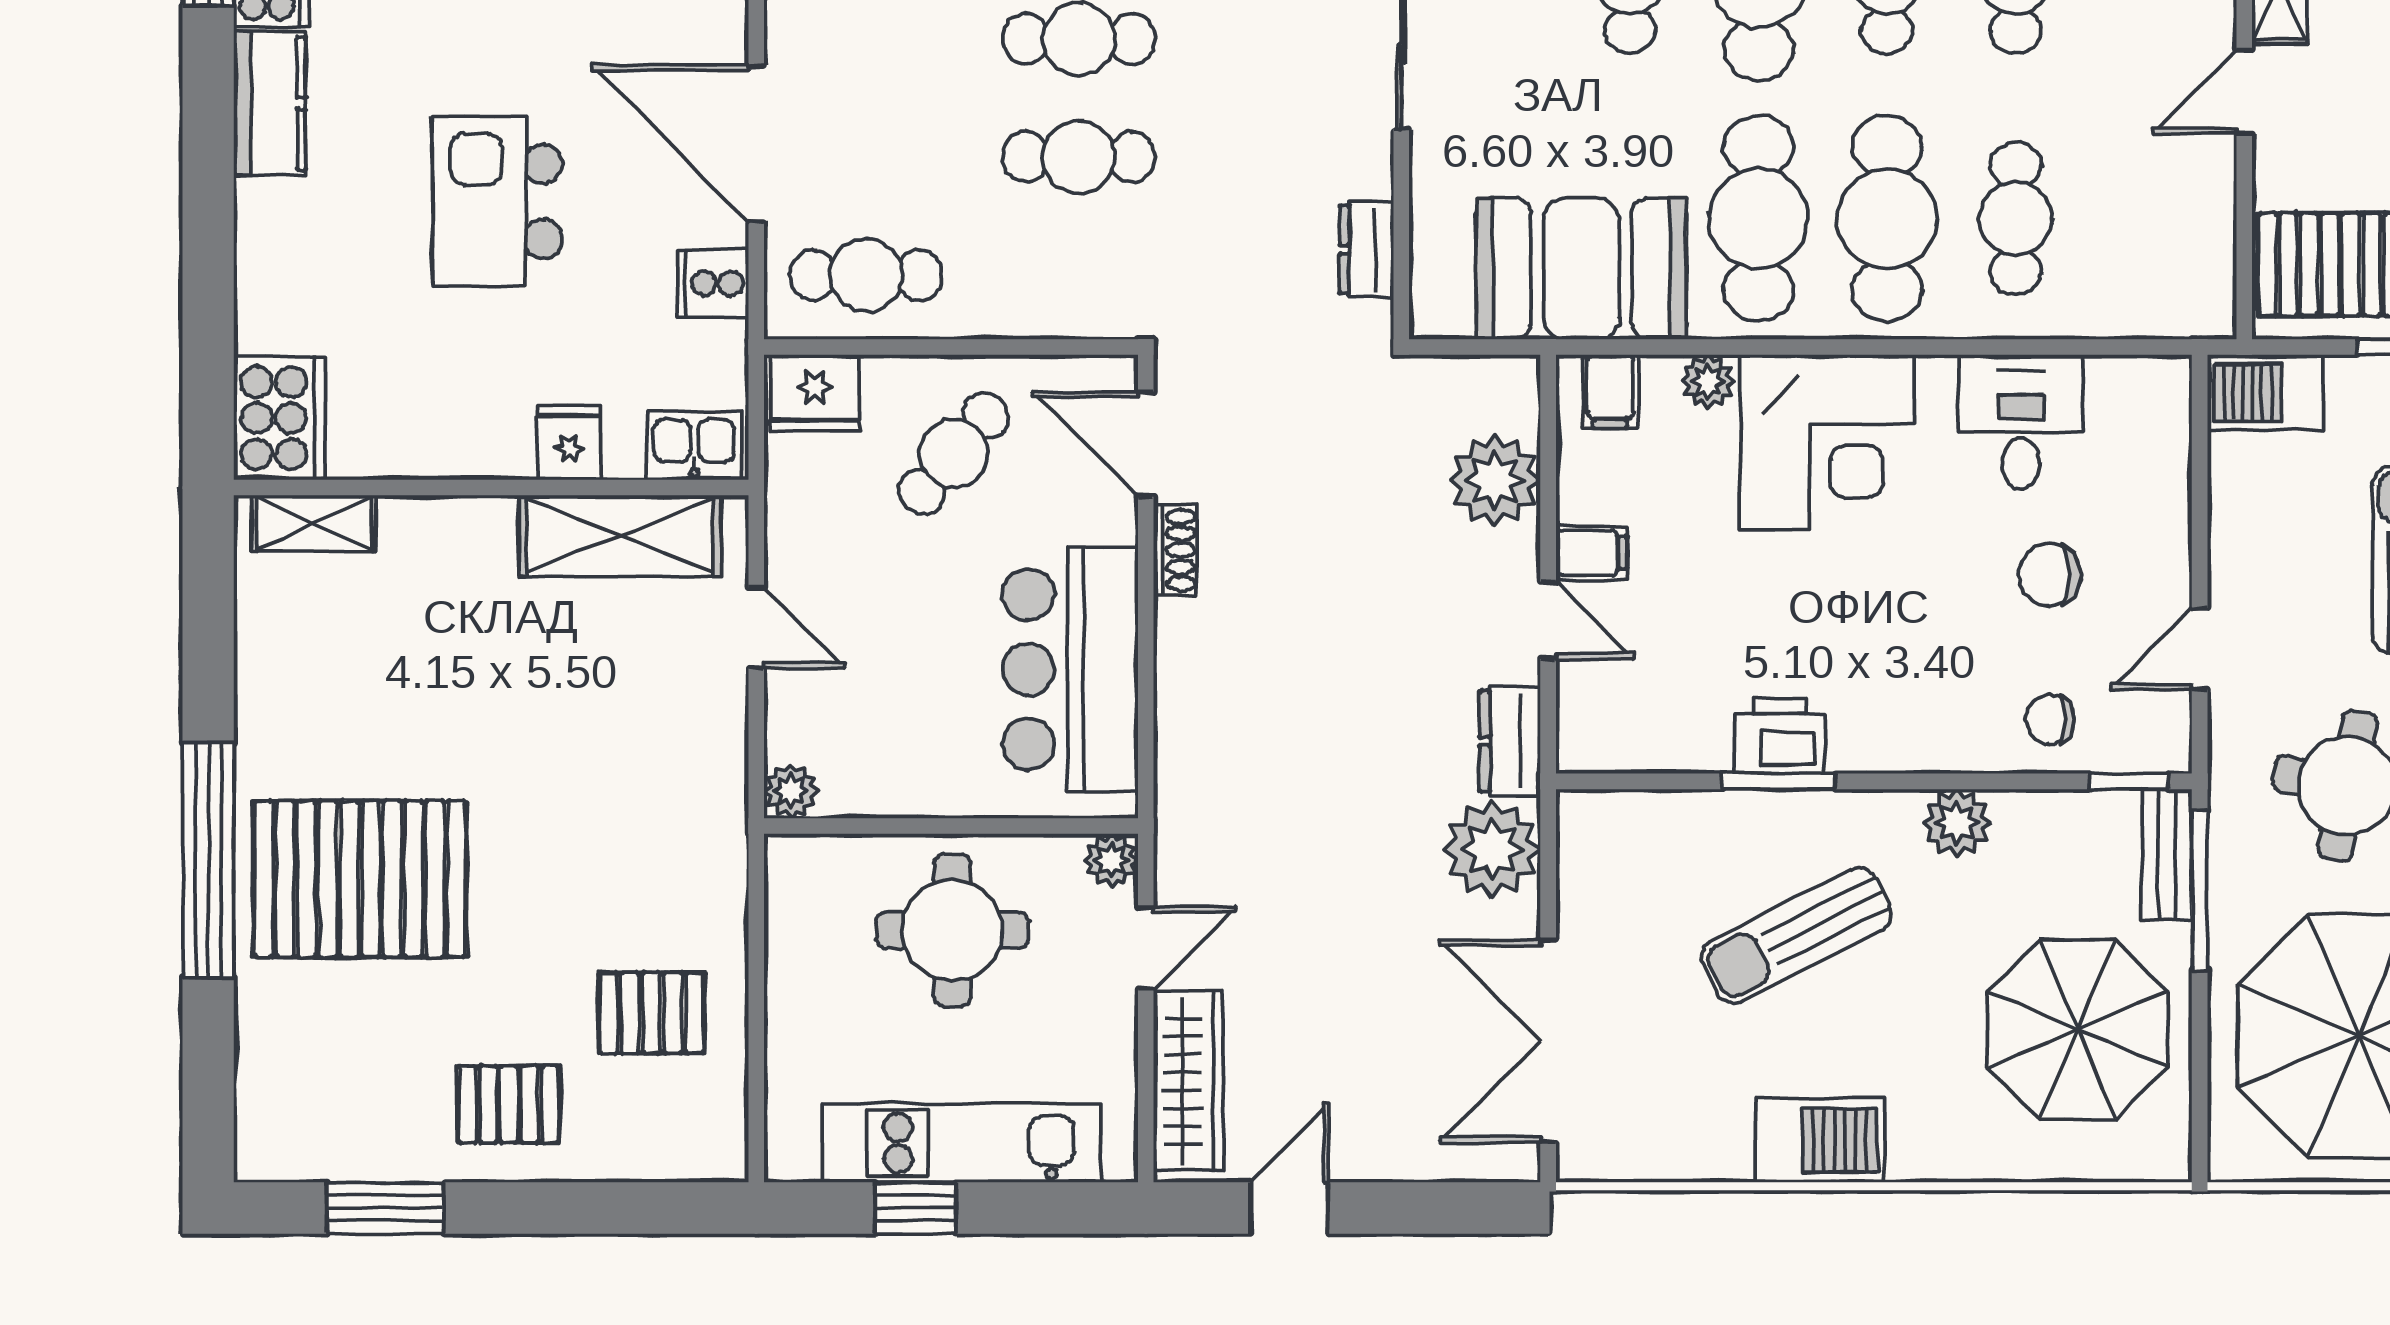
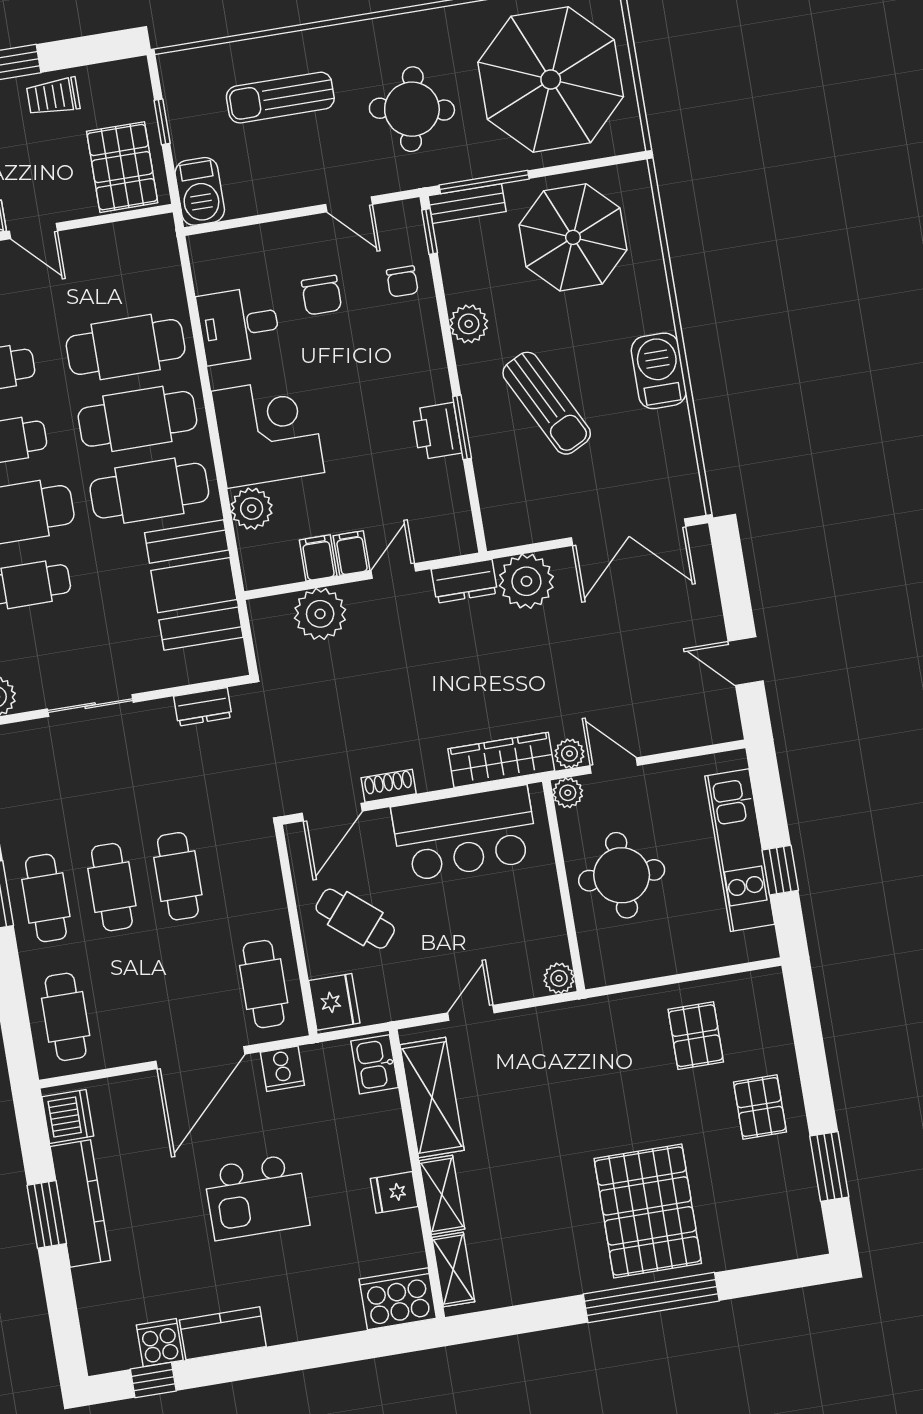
cafe table: (2016, 218) -> (126, 347), width x1.37, depth x1.35
plant: (1708, 381) -> (252, 509), width x1.38, depth x1.38
filing cabinet: (1610, 392) -> (318, 558), moved, turned -90
fridge: (569, 442) -> (394, 1192), moved
shelving: (447, 525) -> (442, 1195), added
plant: (1179, 874) -> (570, 754), added
wardrobe: (1188, 1081) -> (501, 760), moved

